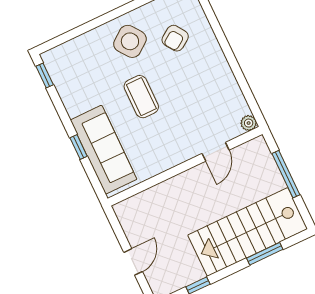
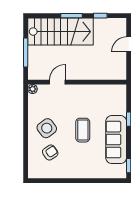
side table: (130, 41) -> (47, 128), moved
sofa: (104, 150) -> (116, 140), moved
window: (265, 254) -> (72, 16), moved

